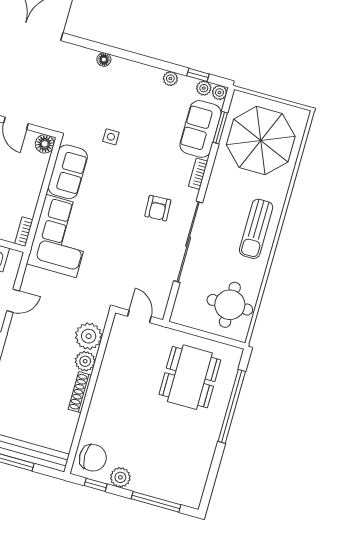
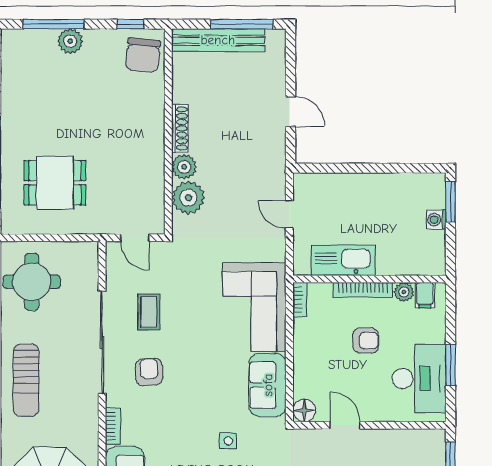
sun lounger: (256, 229) -> (26, 380), turned 180
coffee table: (145, 255) -> (149, 312), added
door: (13, 301) -> (289, 214), hinge flipped
dining table: (190, 377) -> (55, 183), width x0.73
chair: (93, 458) -> (143, 55), turned -84
plant: (120, 477) -> (70, 41), moved

